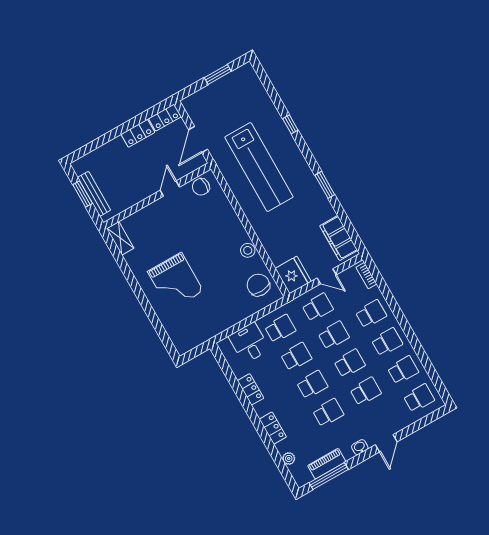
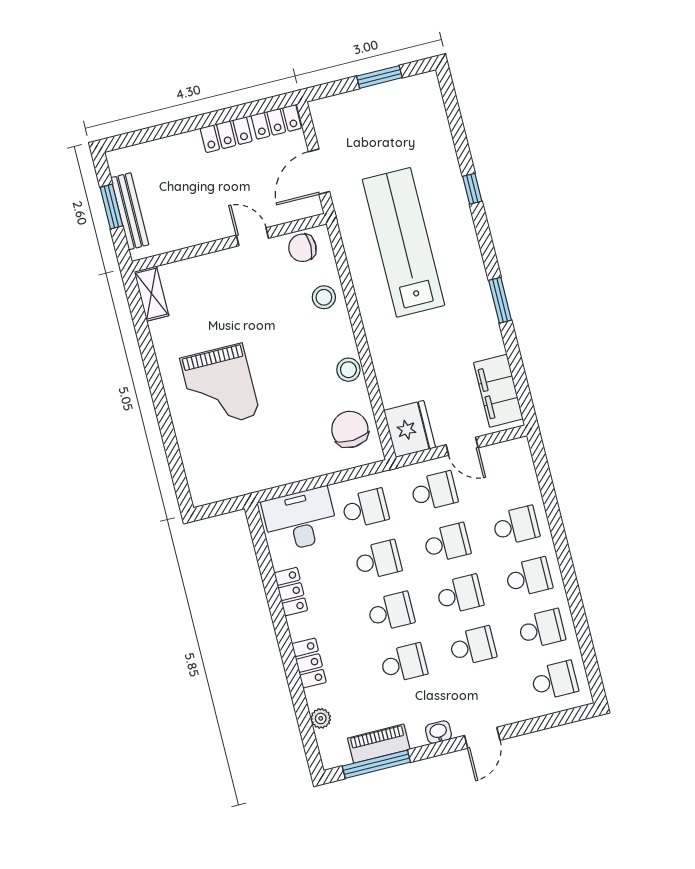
lab bench: (259, 167) -> (403, 242), turned 180
door: (170, 189) -> (252, 237), hinge flipped
stool: (222, 212) -> (324, 297), added
bookcase: (366, 276) -> (526, 463), removed
desk: (249, 343) -> (300, 520), width x1.37

